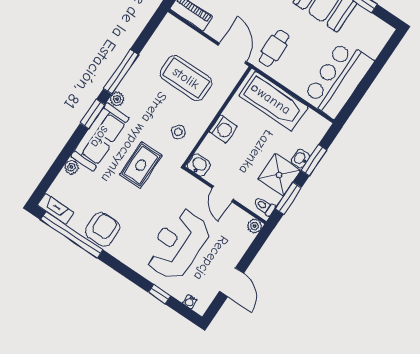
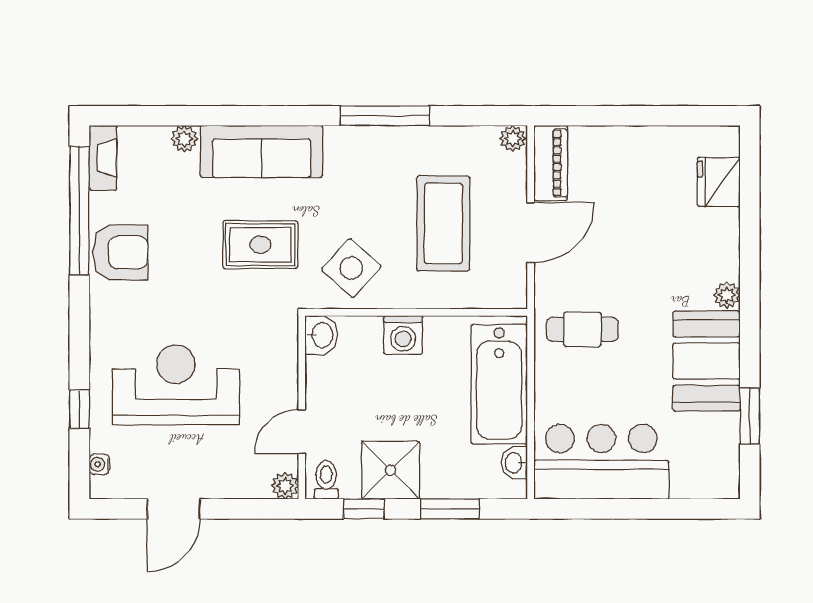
door: (232, 53) -> (531, 233), moved
plant: (117, 99) -> (513, 139), moved
window: (93, 114) -> (289, 116), removed
side table: (178, 132) -> (351, 268), width x1.87, depth x1.87
washbasin: (300, 158) -> (514, 463), moved, turned -90
door: (223, 194) -> (302, 432), moved
window: (288, 198) -> (364, 509), width x0.67

